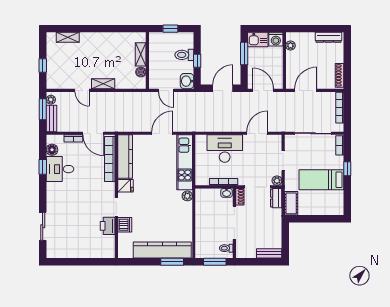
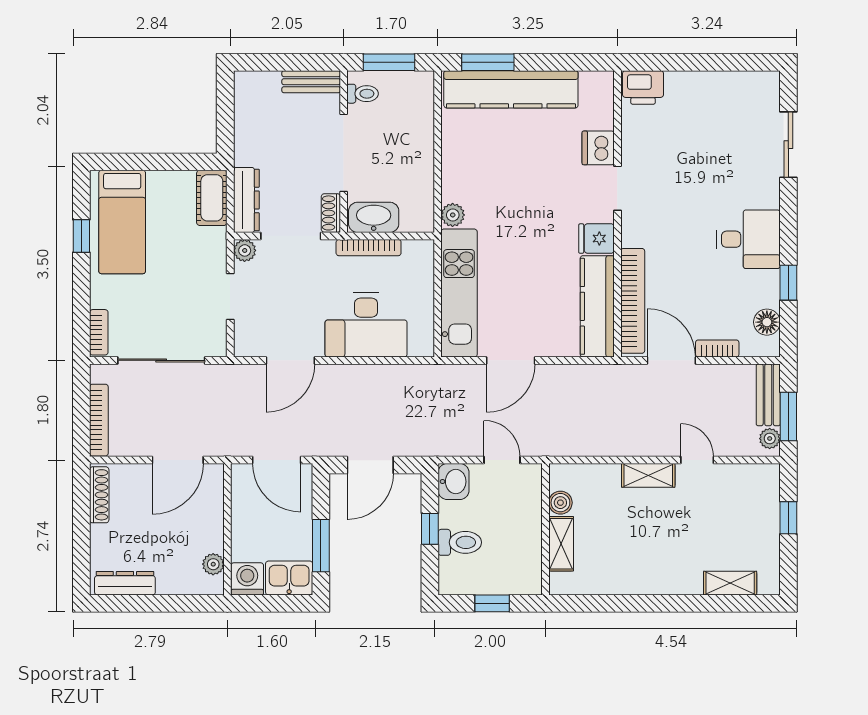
desk: (60, 169) -> (748, 239), moved
window: (347, 169) -> (81, 236), moved
bed: (321, 180) -> (122, 222), moved, turned 90
washbasin: (227, 193) -> (374, 217), width x1.91, depth x1.45
dresser: (276, 198) -> (246, 200), width x1.44
printer: (108, 226) -> (643, 87), moved, turned 90
bench: (269, 253) -> (311, 82), moved

